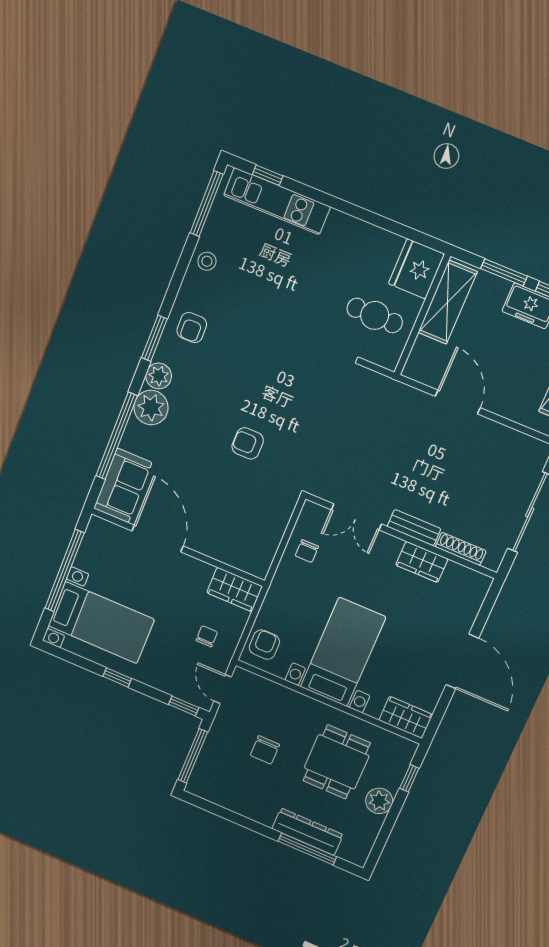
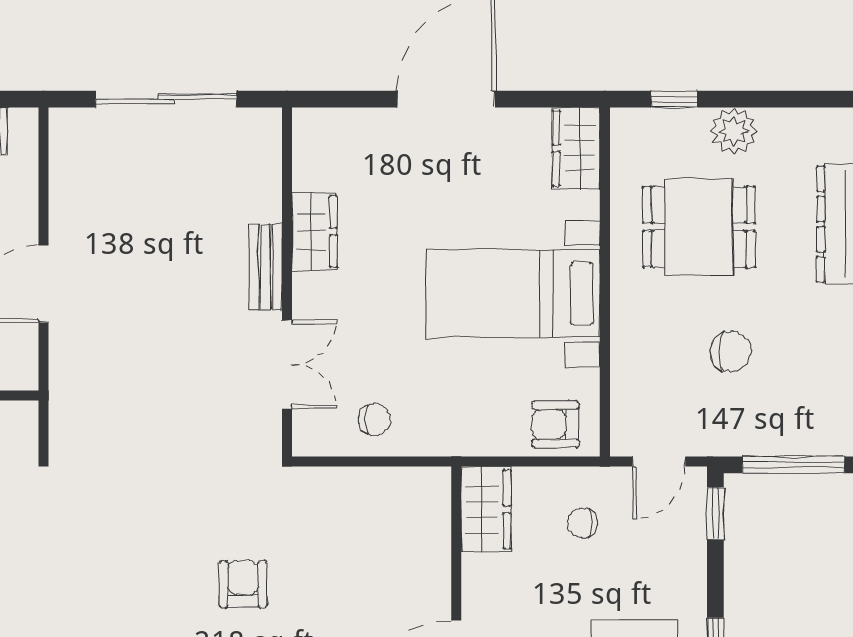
armchair: (248, 443) -> (243, 584), turned 180
shoe rack: (461, 549) -> (268, 180), removed

